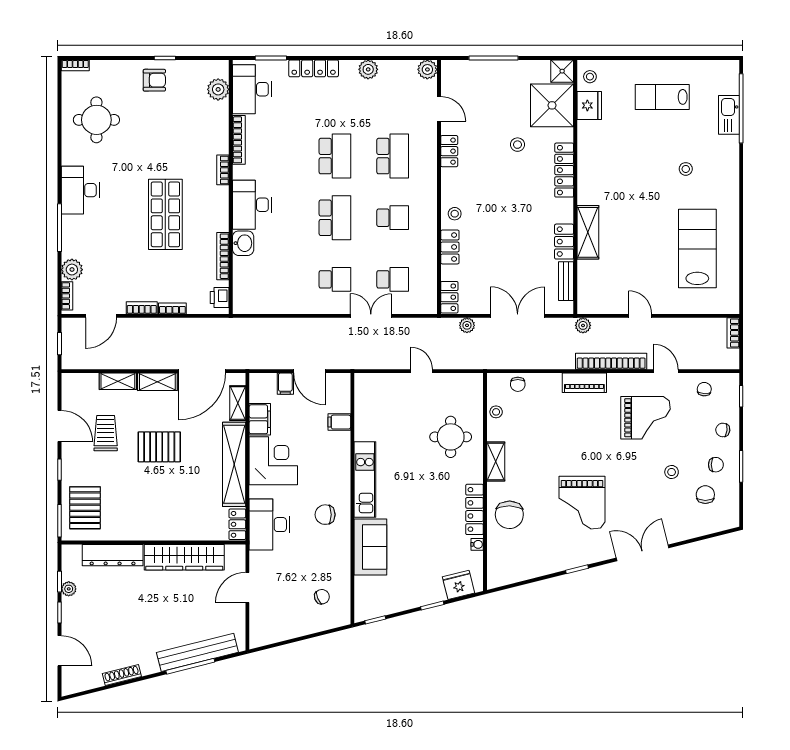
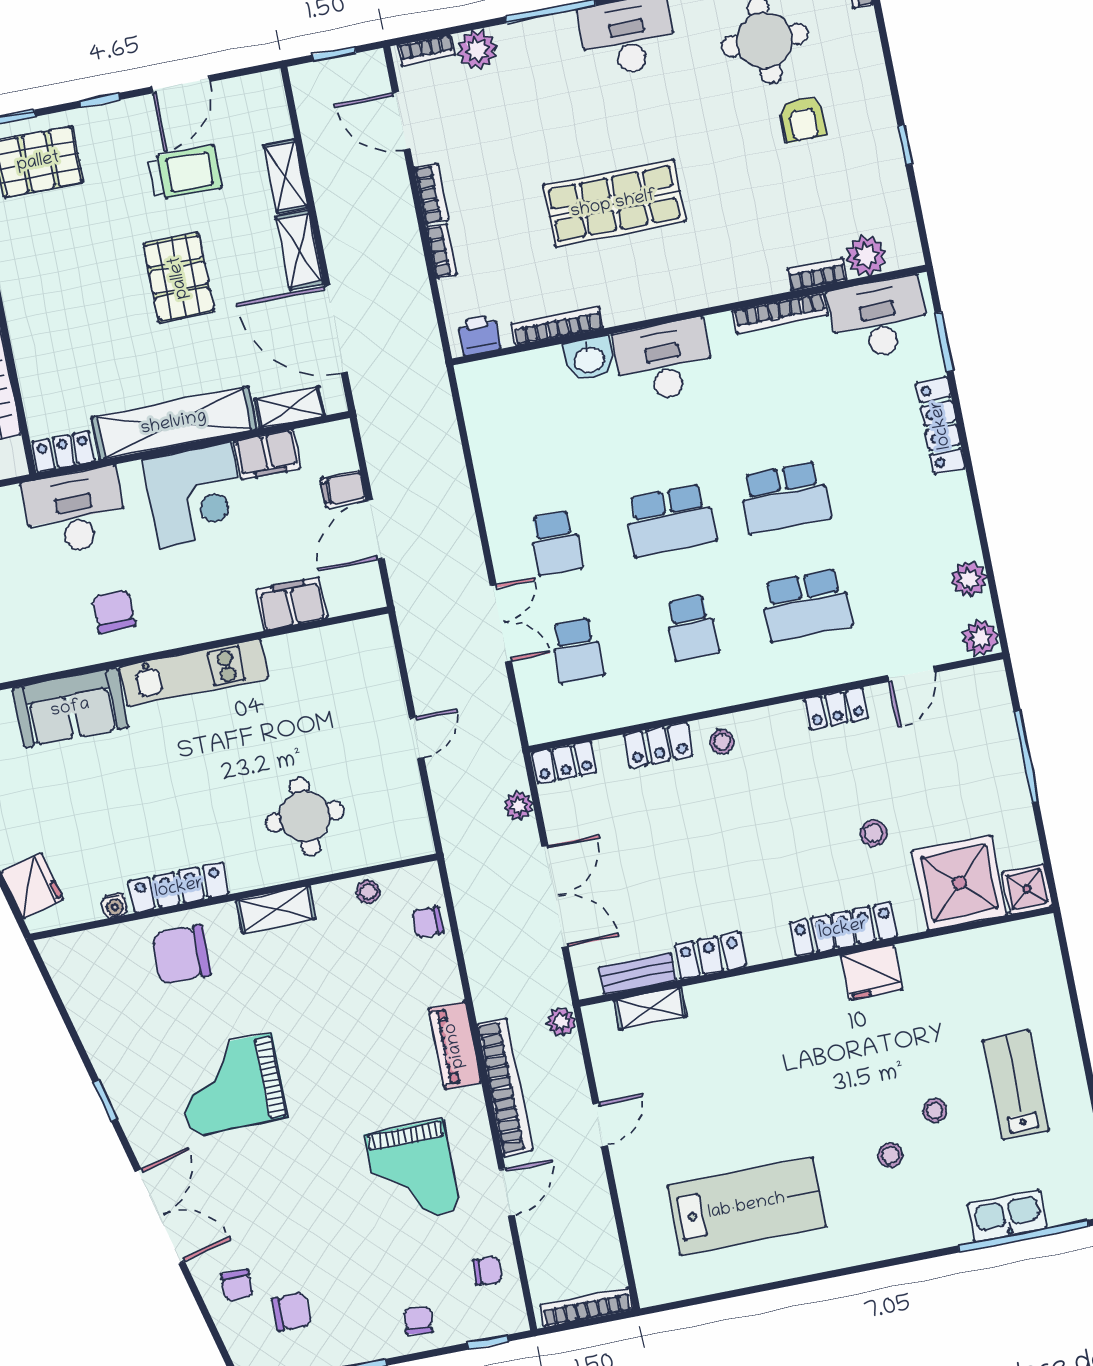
plant: (368, 69) -> (969, 579), moved
stool: (590, 77) -> (935, 1111), moved
armchair: (154, 80) -> (803, 119), moved
fridge: (589, 105) -> (872, 972), moved
bookcase: (223, 170) -> (817, 275), moved
shelving: (588, 232) -> (650, 1008), moved, width x0.67, depth x0.75
bookcase: (733, 333) -> (587, 1307), width x1.56
filing cabinet: (339, 422) -> (292, 604), width x2.00
chair: (716, 465) -> (237, 1285), moved
stool: (672, 472) -> (321, 1241), removed

